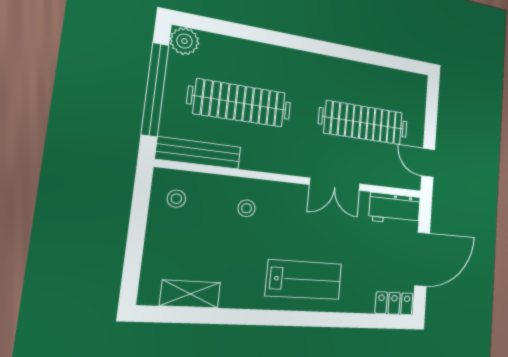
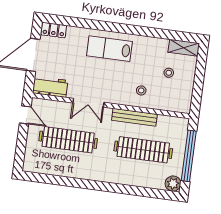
bench: (199, 153) -> (134, 117), moved
double door: (335, 184) -> (88, 103), swing flipped
stool: (176, 199) -> (169, 73), moved
shelving: (190, 294) -> (184, 48), moved

